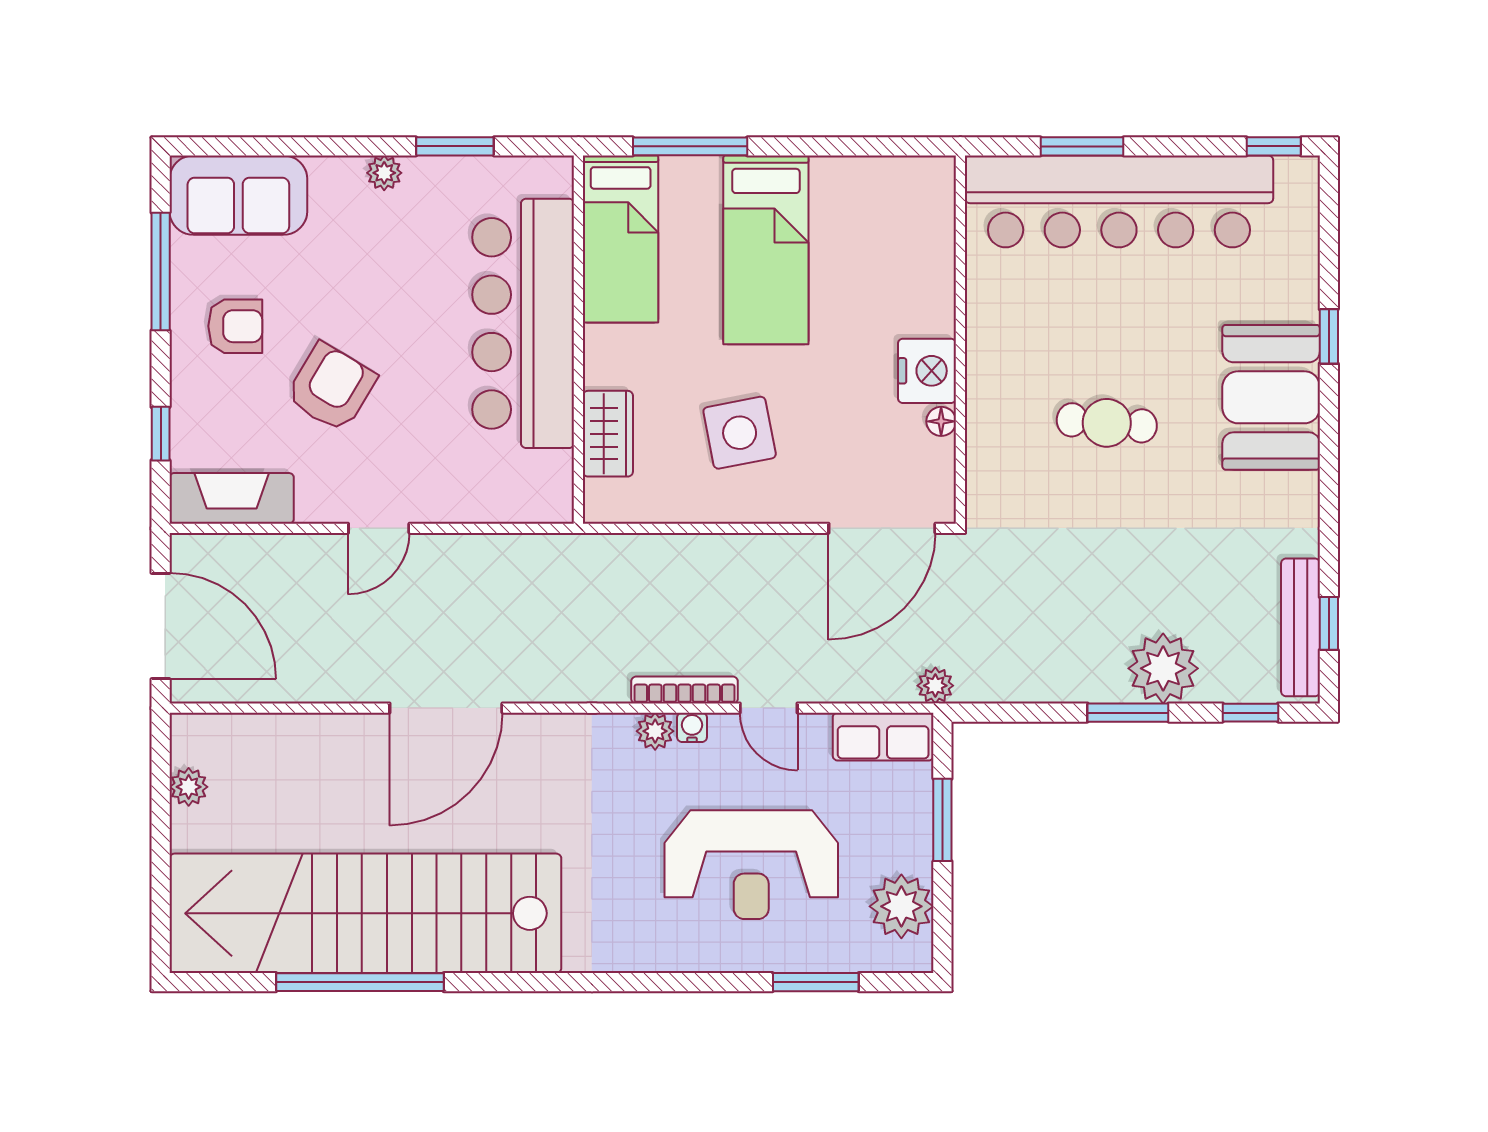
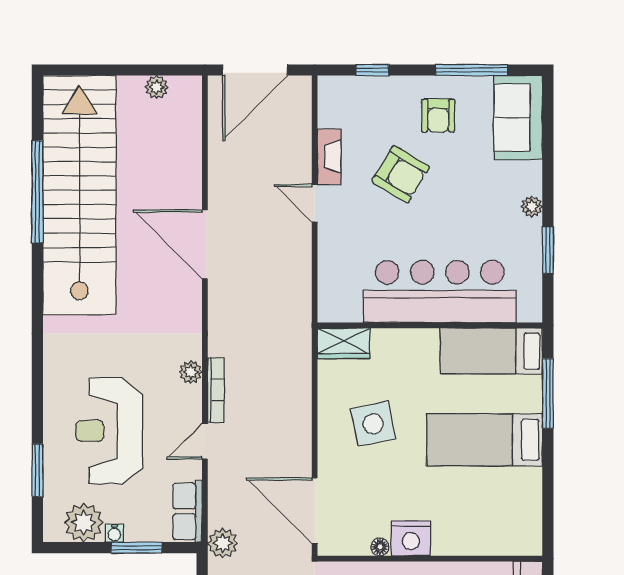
wardrobe: (608, 434) -> (344, 343), moved
fireplace: (232, 498) -> (329, 157), moved, width x0.73, depth x0.76
plant: (935, 686) -> (223, 543), width x1.38, depth x1.38
water cooler: (692, 727) -> (114, 533), moved, turned 90

